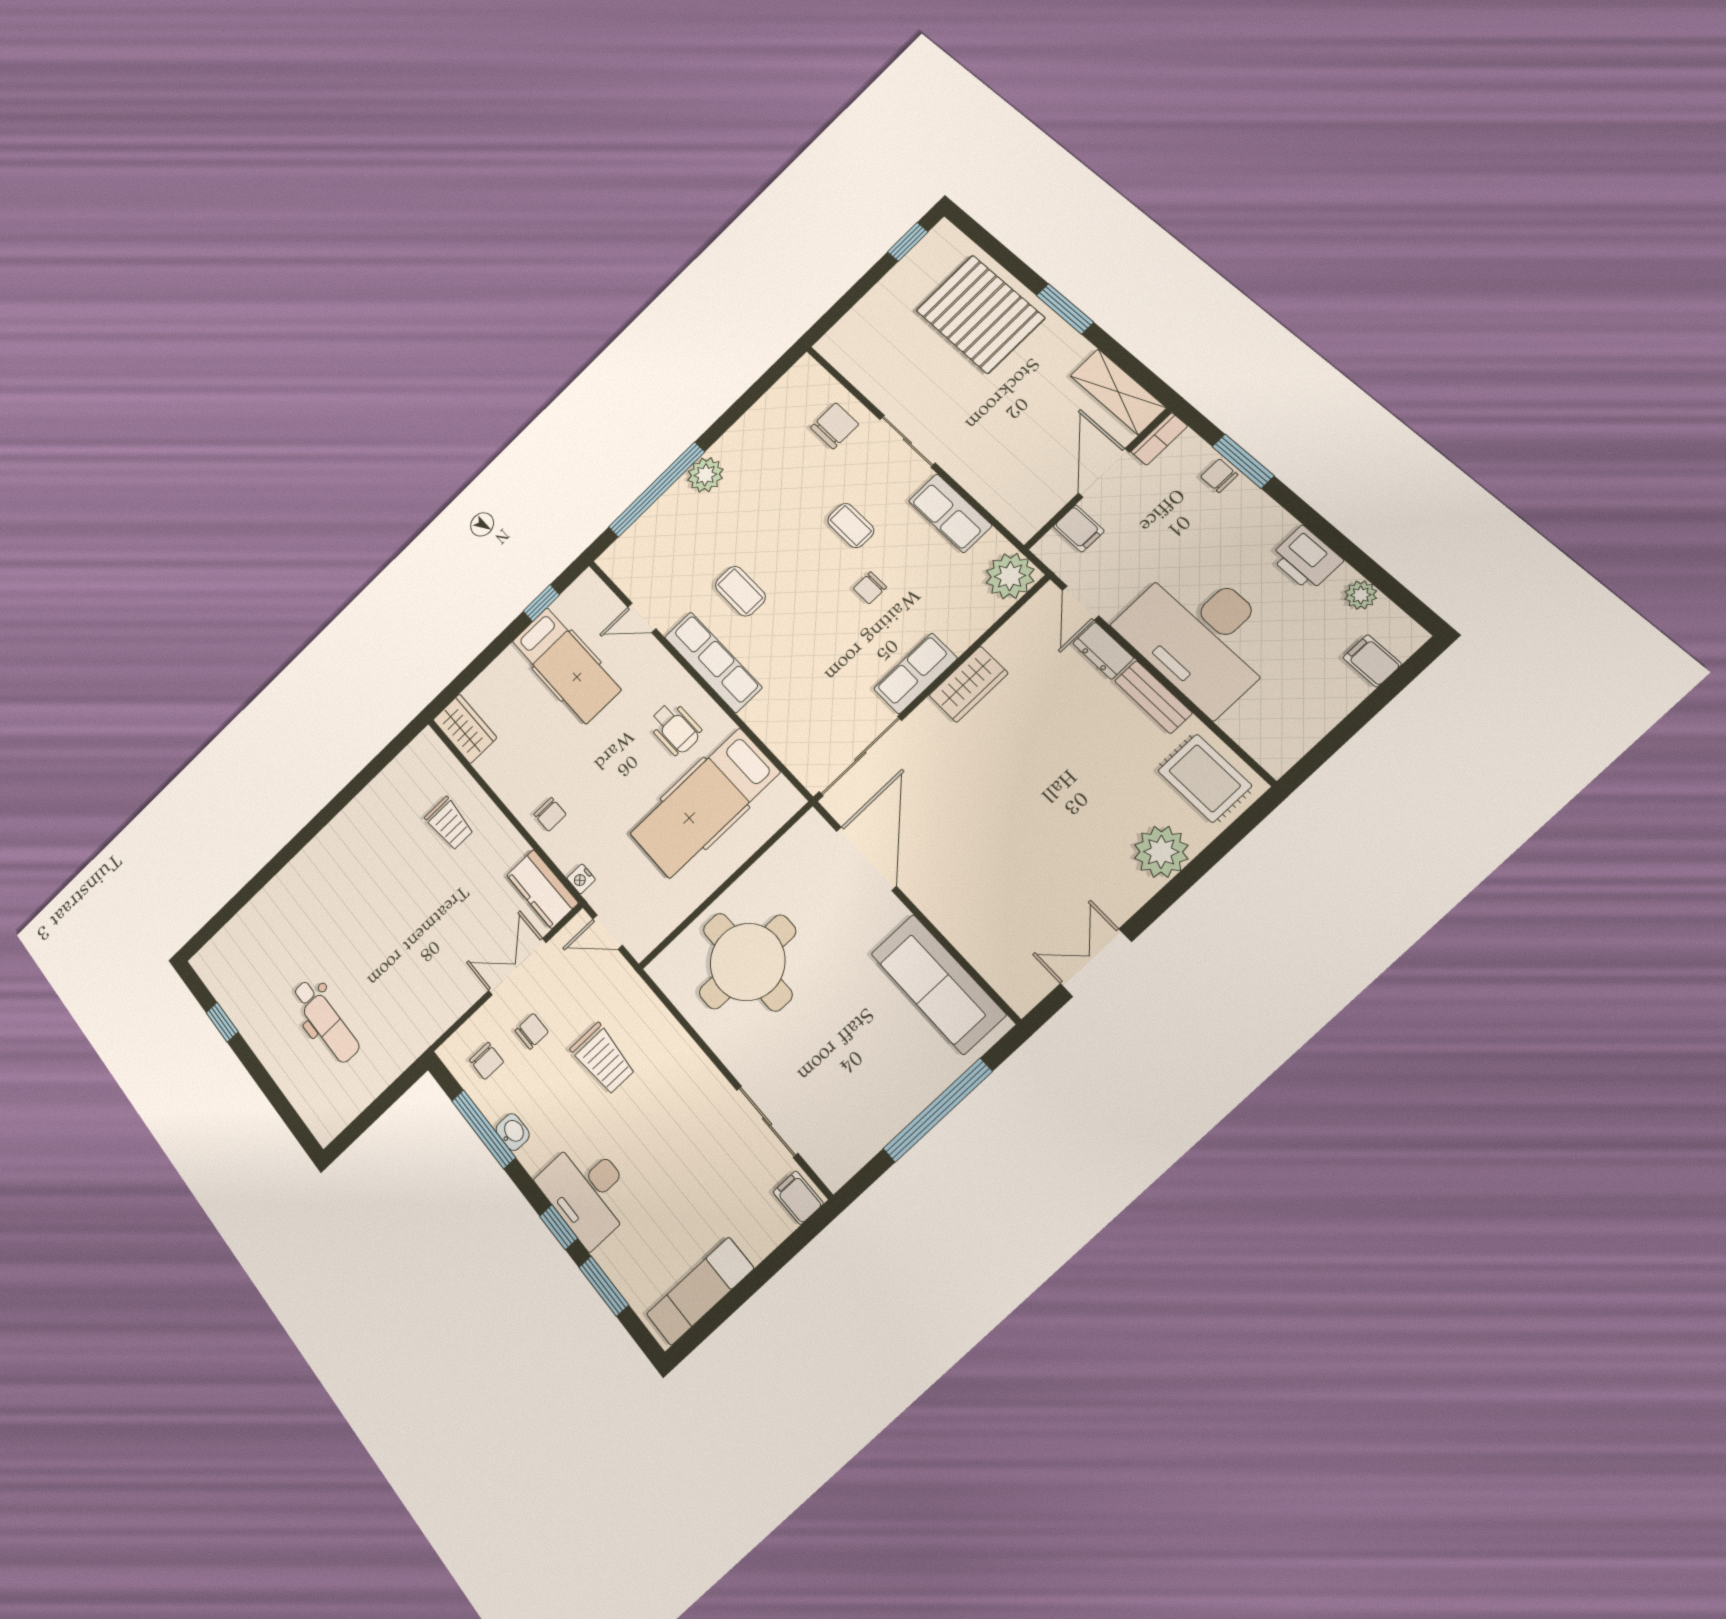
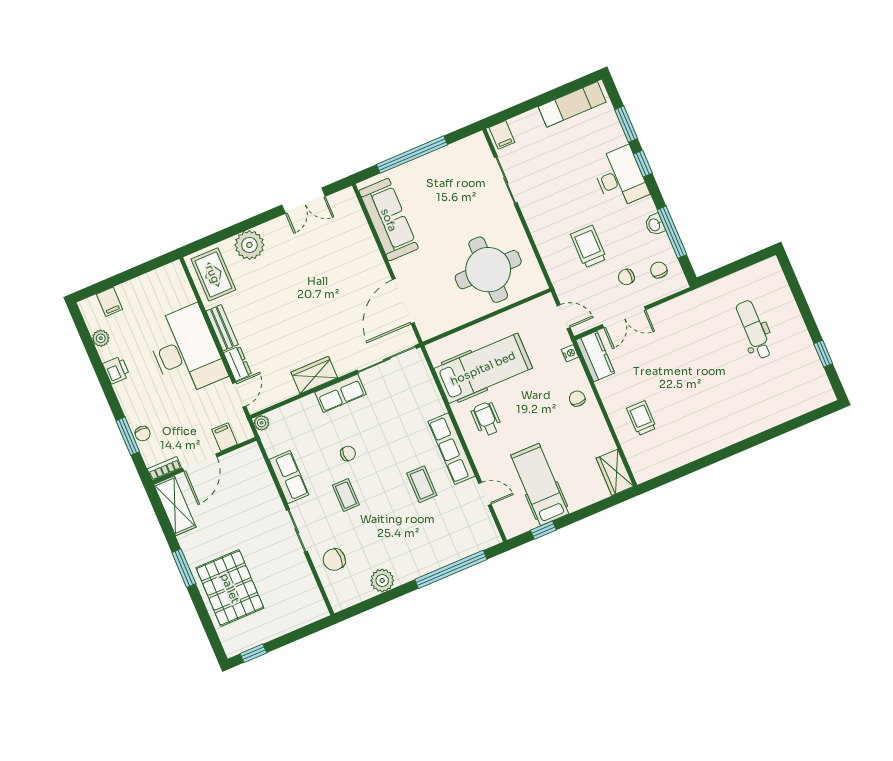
plant: (705, 475) -> (382, 580), moved
printer: (1306, 559) -> (116, 370), width x0.73, depth x0.81
plant: (1010, 576) -> (262, 423), width x0.53, depth x0.53

